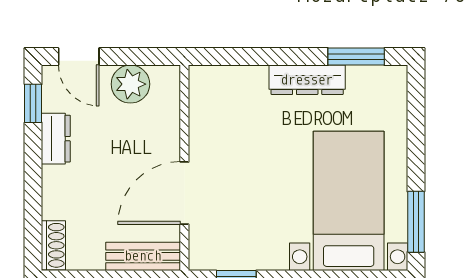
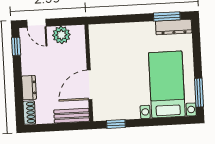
dresser: (307, 80) -> (174, 27), moved
dresser: (56, 139) -> (29, 88), moved

